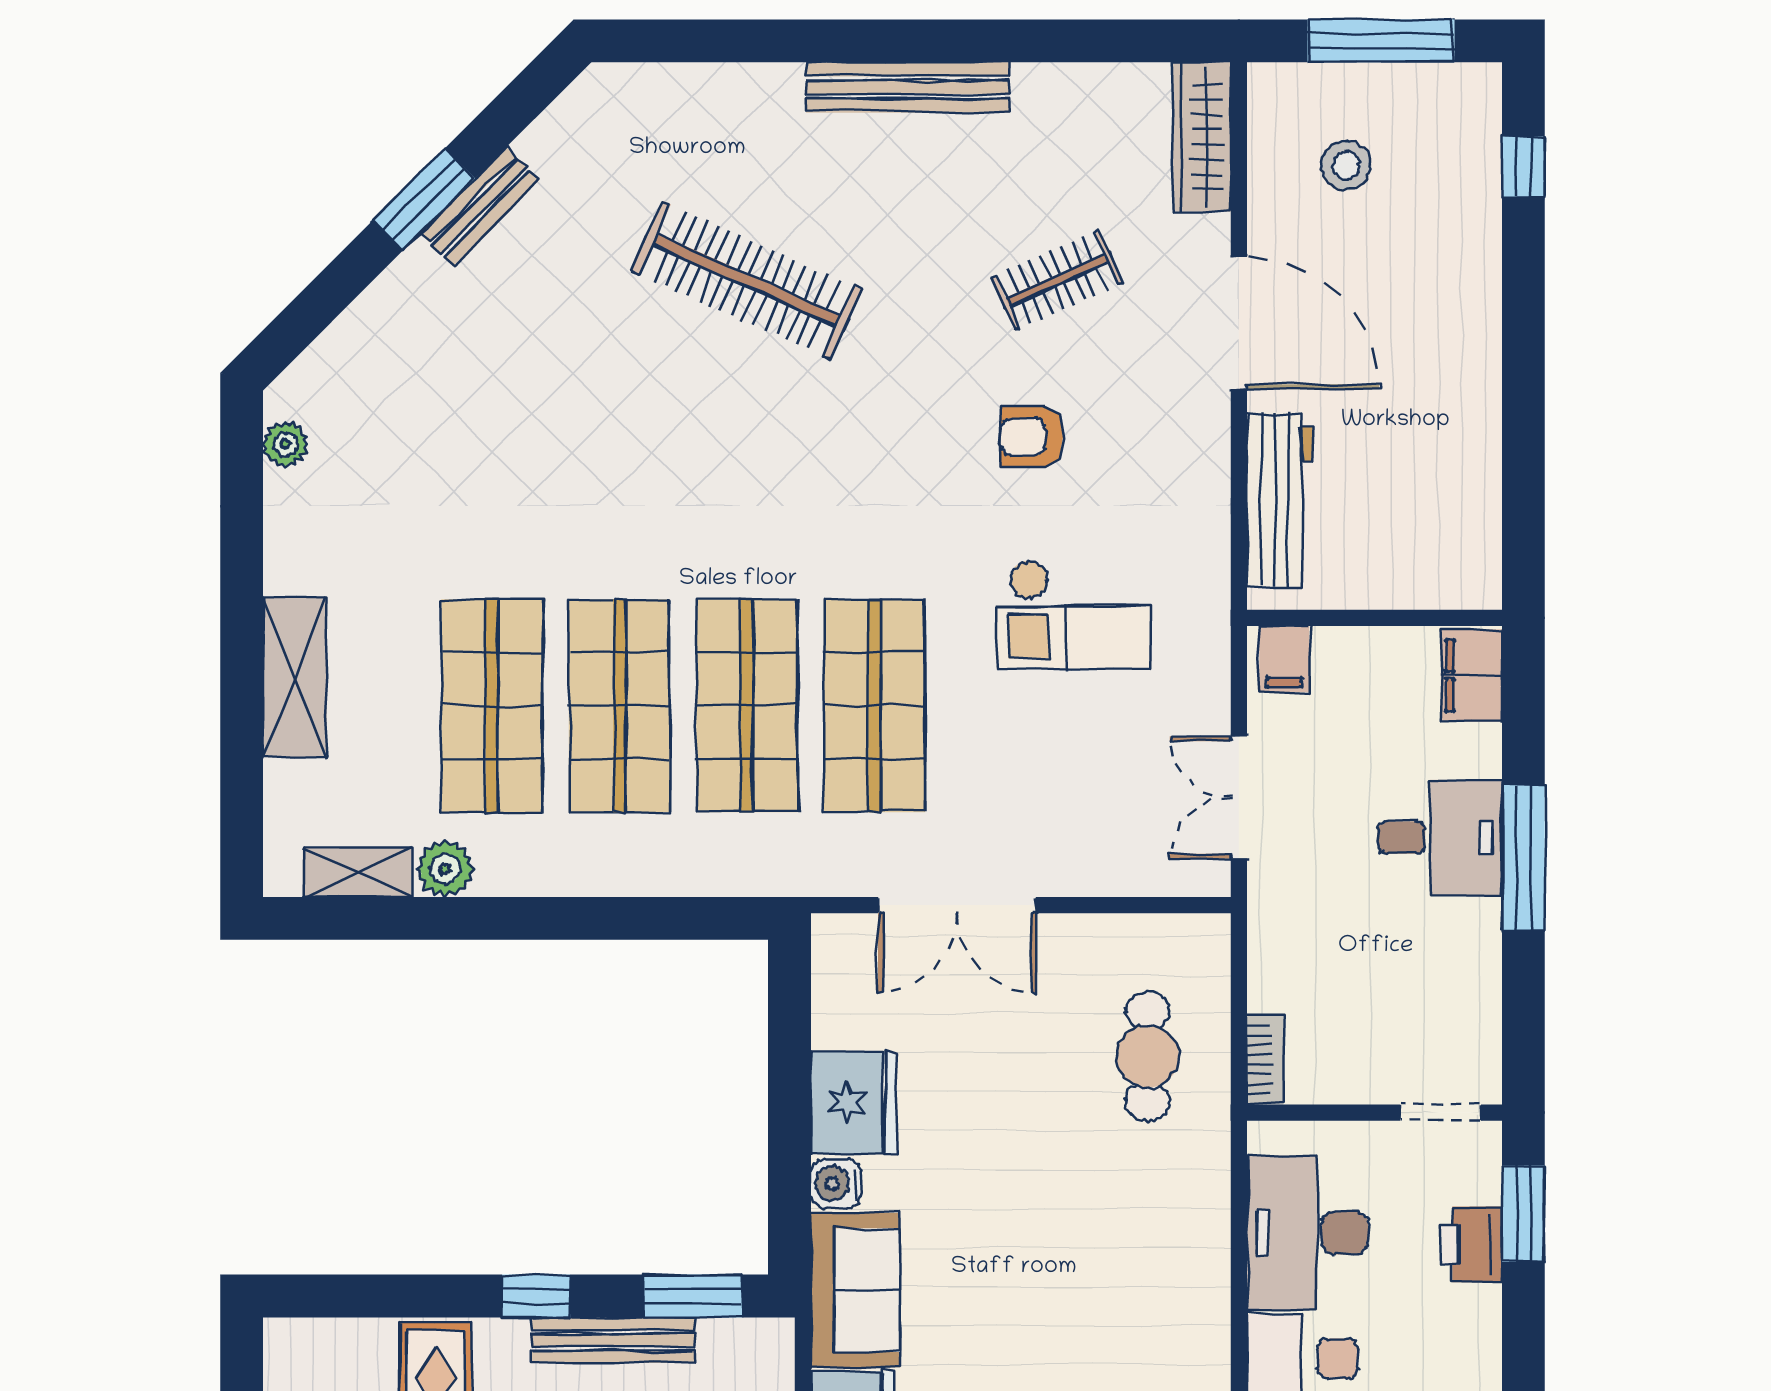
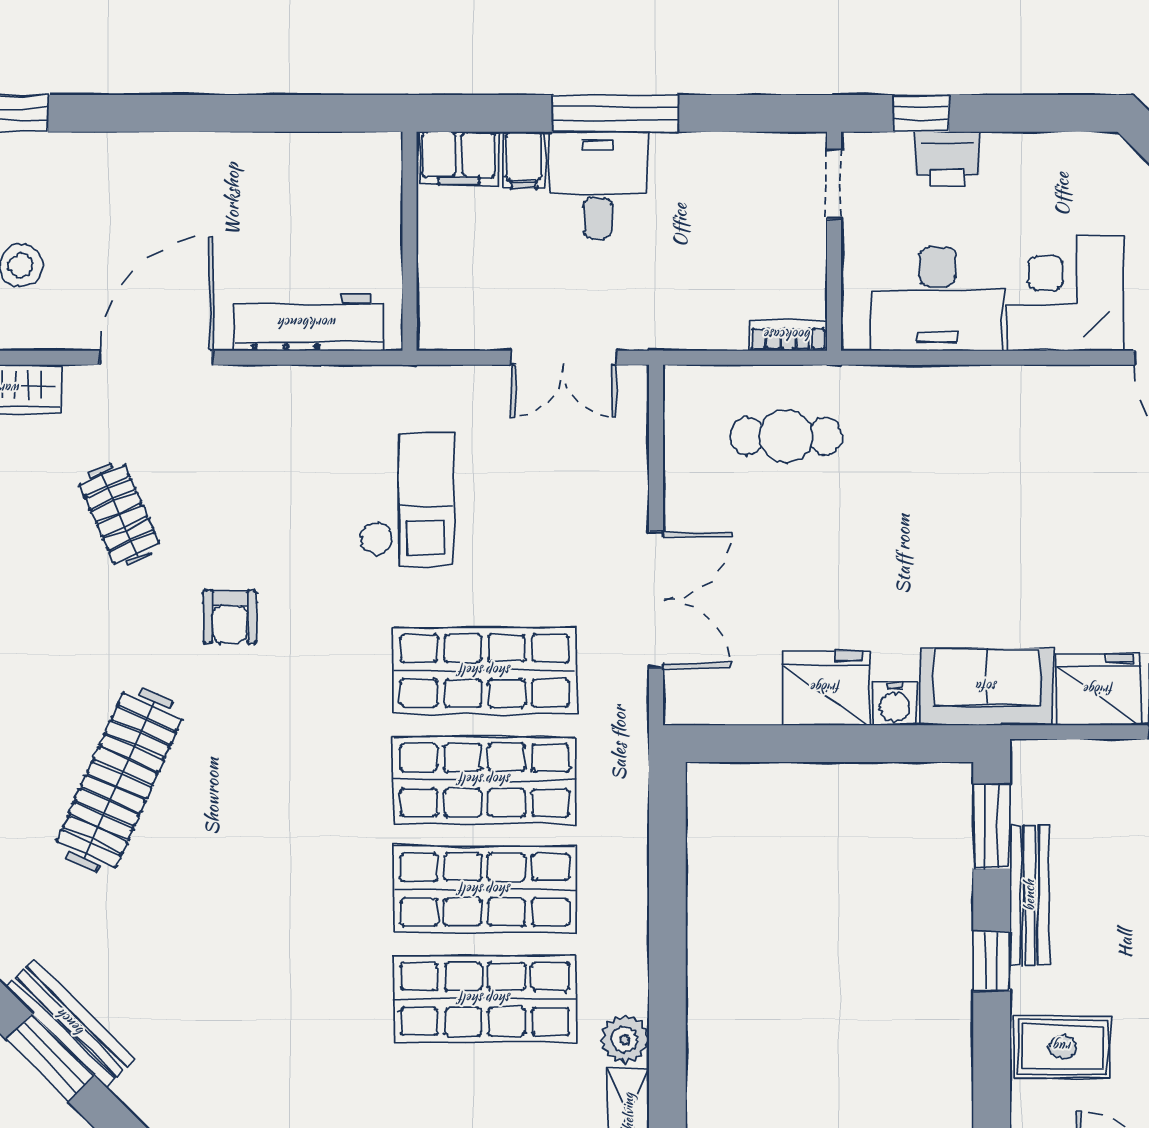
bench: (480, 207) -> (70, 1023), width x1.36
armchair: (1032, 437) -> (230, 617), moved
filing cabinet: (1284, 659) -> (523, 160), moved, turned 90
window: (1523, 1214) -> (921, 113), width x0.67

